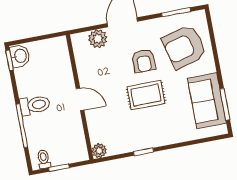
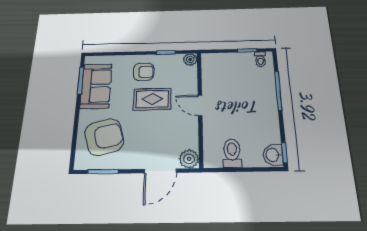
armchair: (144, 61) -> (144, 72), moved, turned 90
wall: (80, 97) -> (200, 107), moved
door: (80, 99) -> (200, 105), moved
toilet: (35, 105) -> (232, 153), moved, turned 90
plant: (99, 151) -> (190, 59), moved

